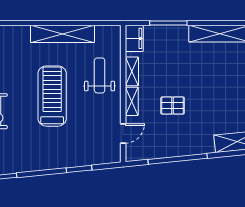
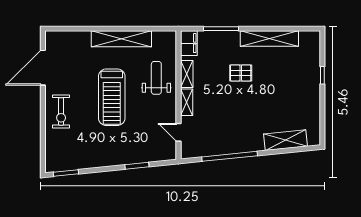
treadmill: (52, 96) -> (112, 97), turned 180
pallet: (173, 106) -> (241, 73), moved
door: (123, 133) -> (178, 132), swing flipped

